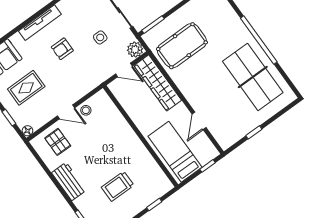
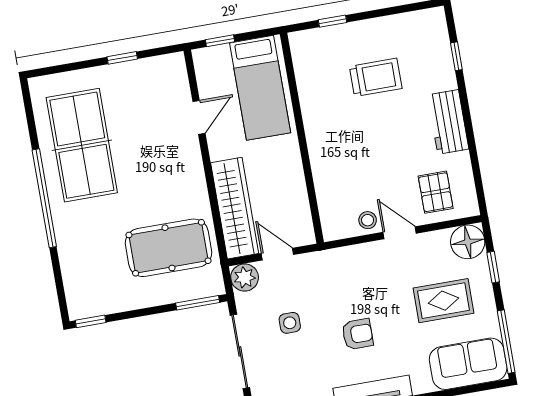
floor lamp: (27, 131) -> (468, 242), width x1.89, depth x1.89

